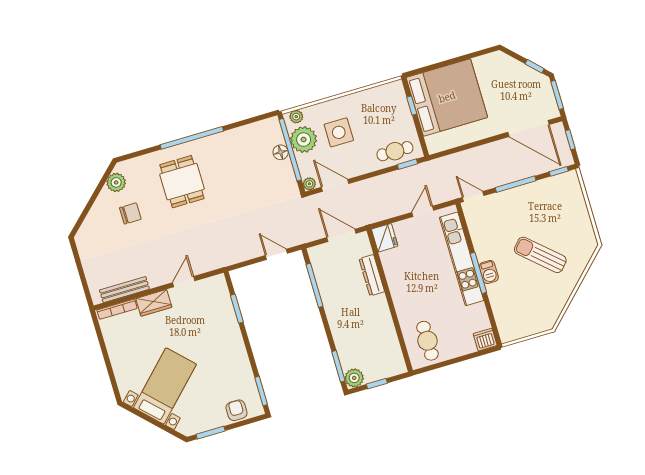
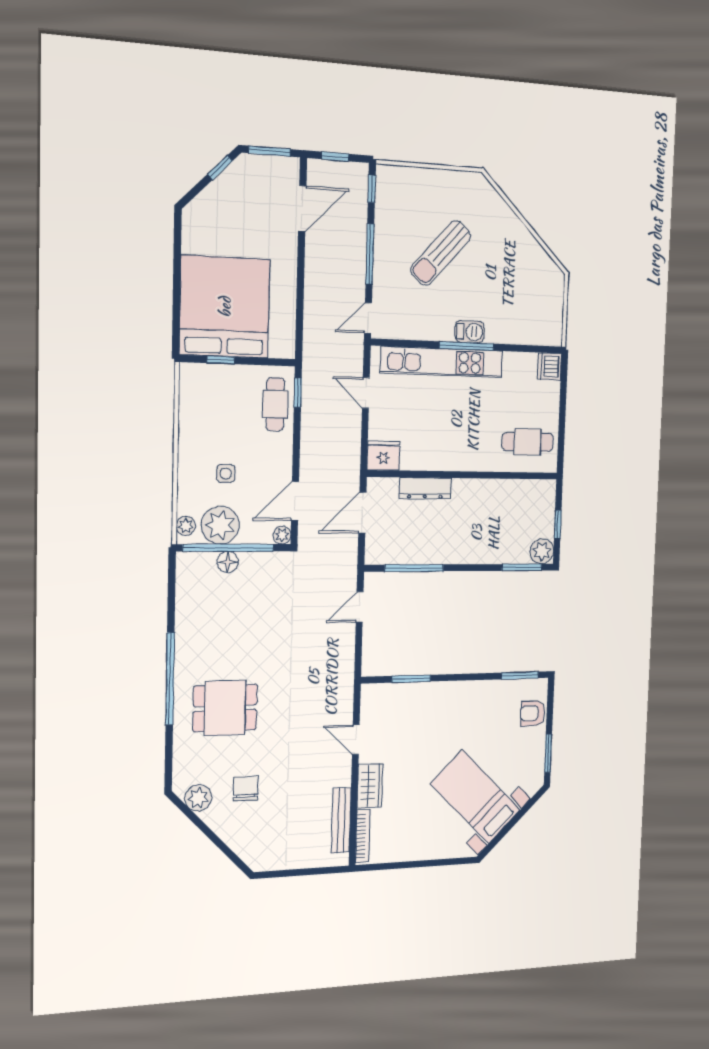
door: (529, 128) -> (302, 208), width x0.73
side table: (339, 132) -> (226, 473), width x0.54, depth x0.54
sun lounger: (540, 255) -> (441, 253), moved

